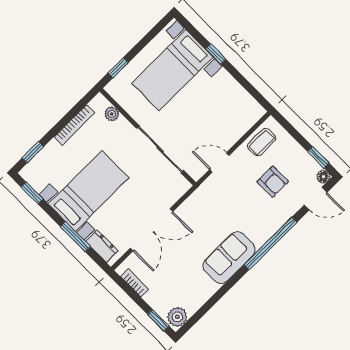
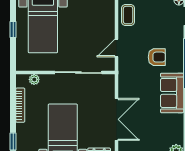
window: (118, 68) -> (13, 30), moved
armchair: (273, 182) -> (157, 57), moved

